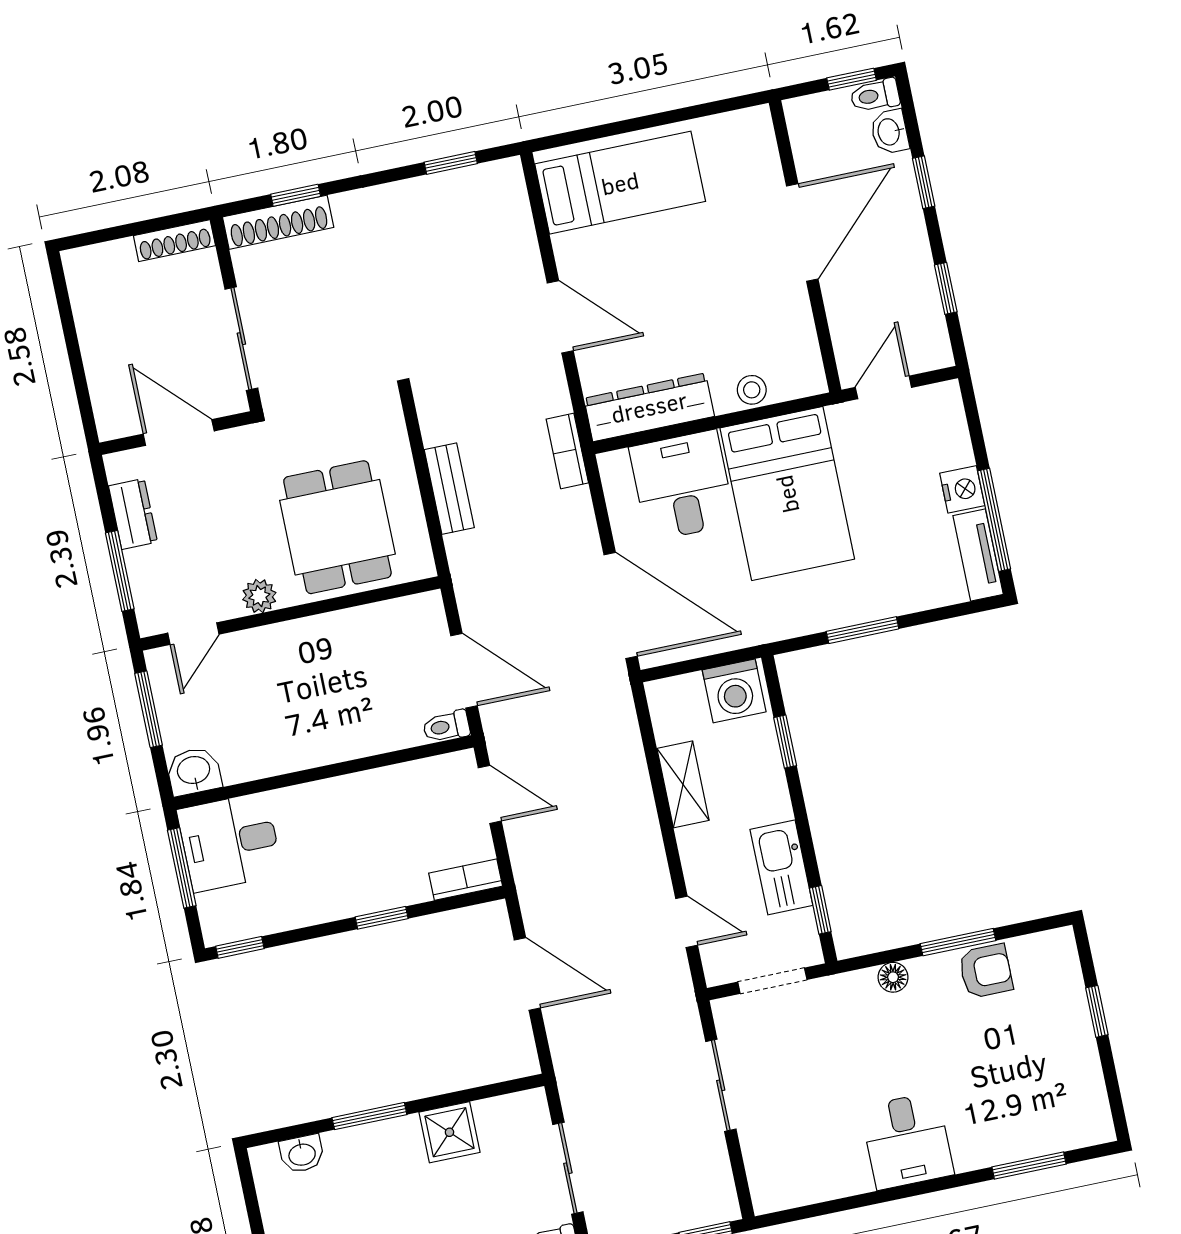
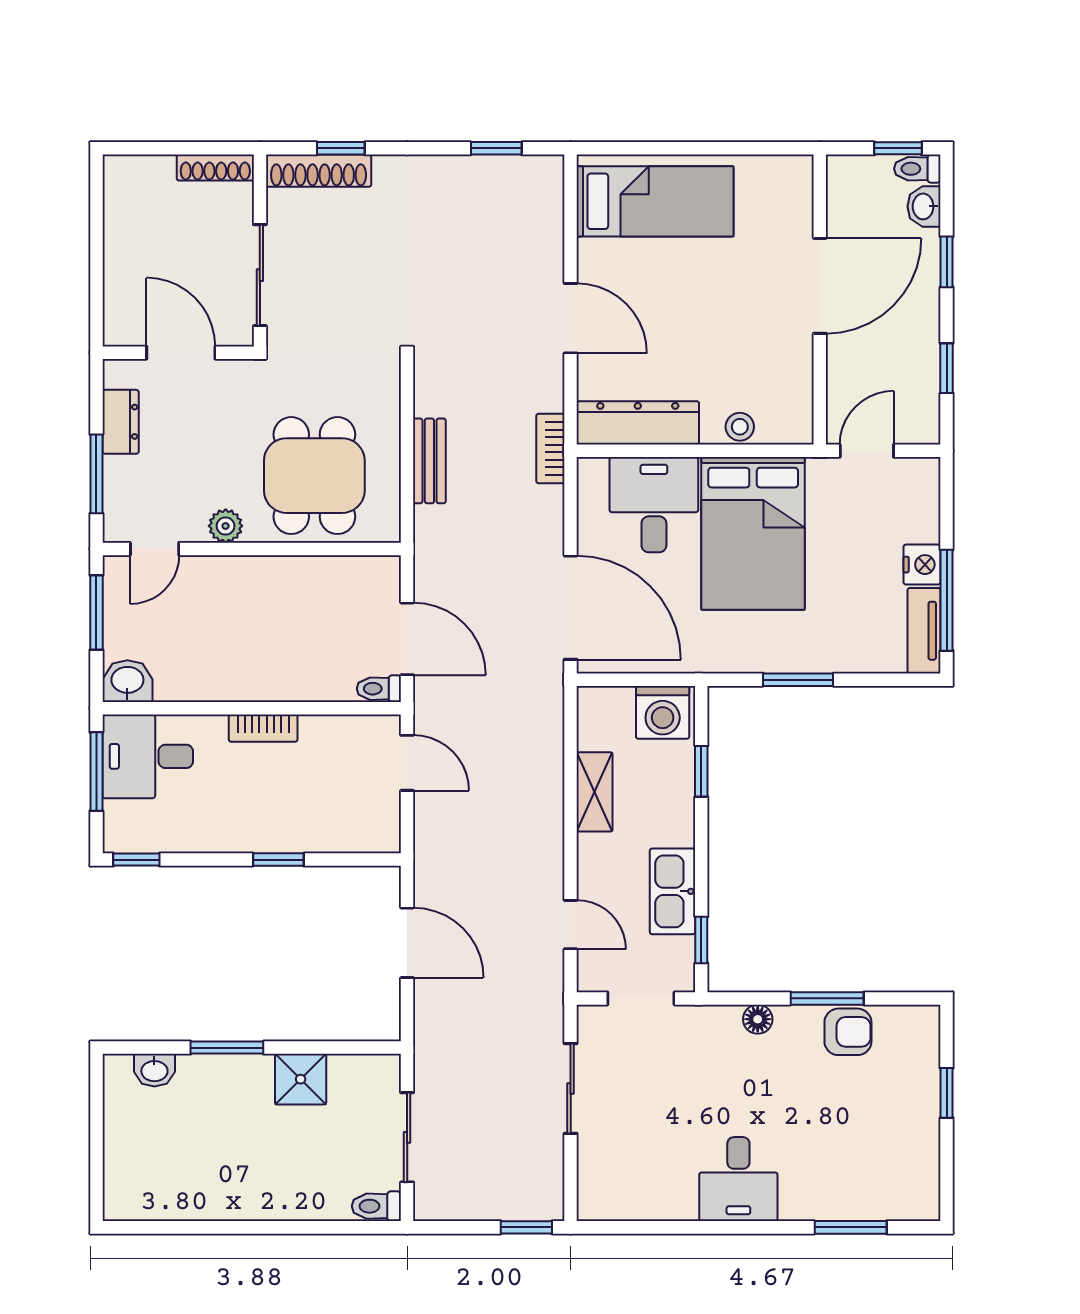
bookcase: (466, 880) -> (263, 728), moved, turned 180

